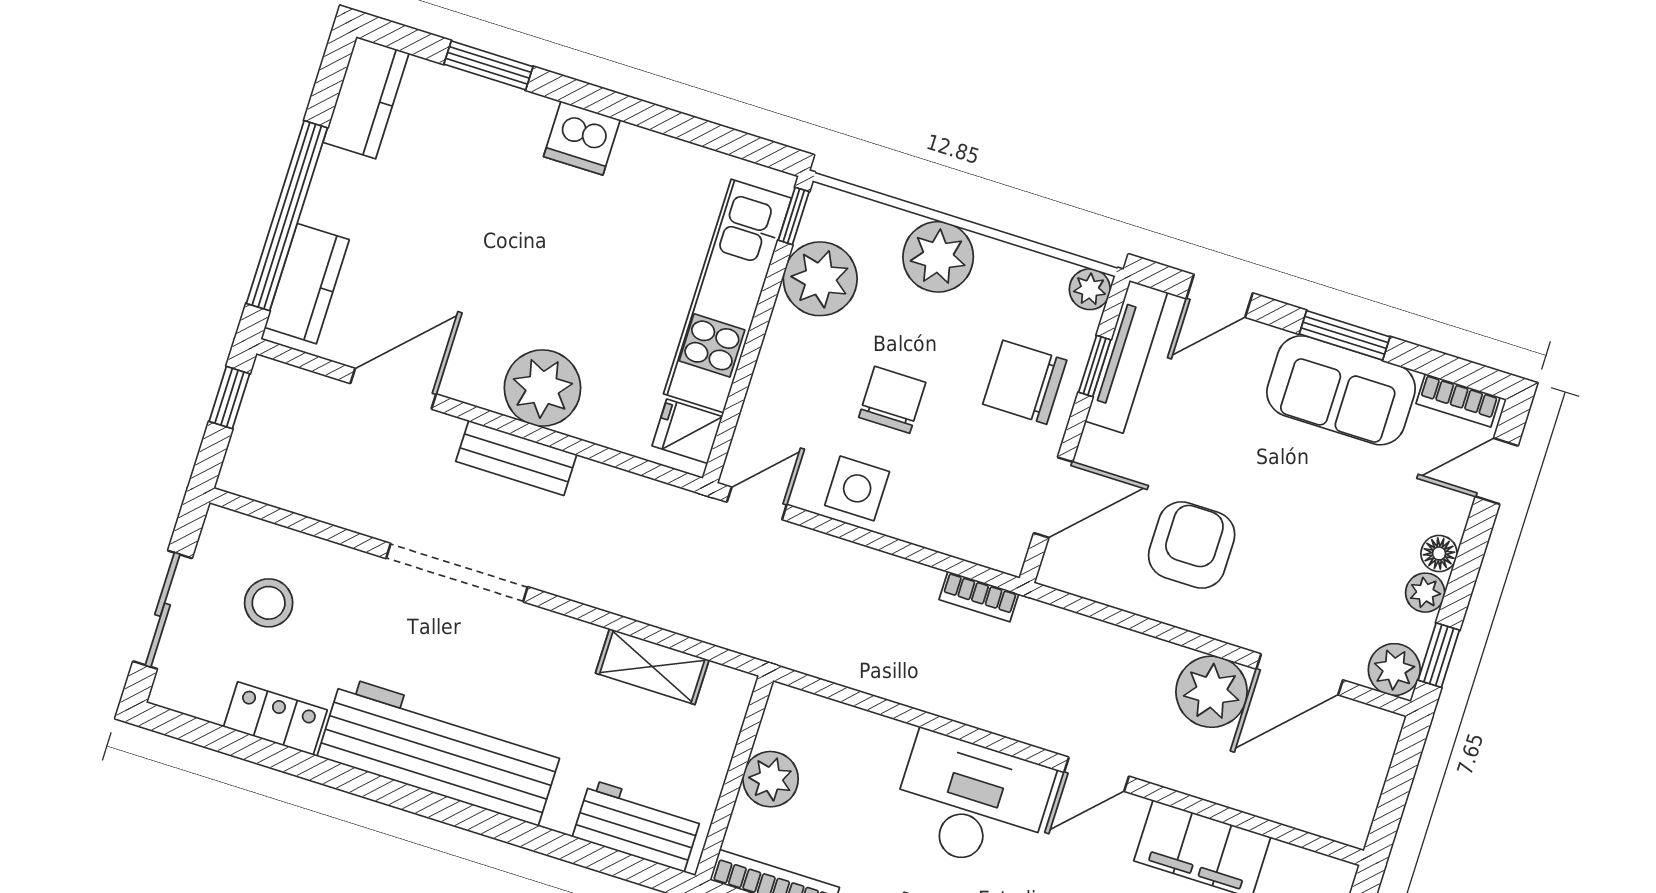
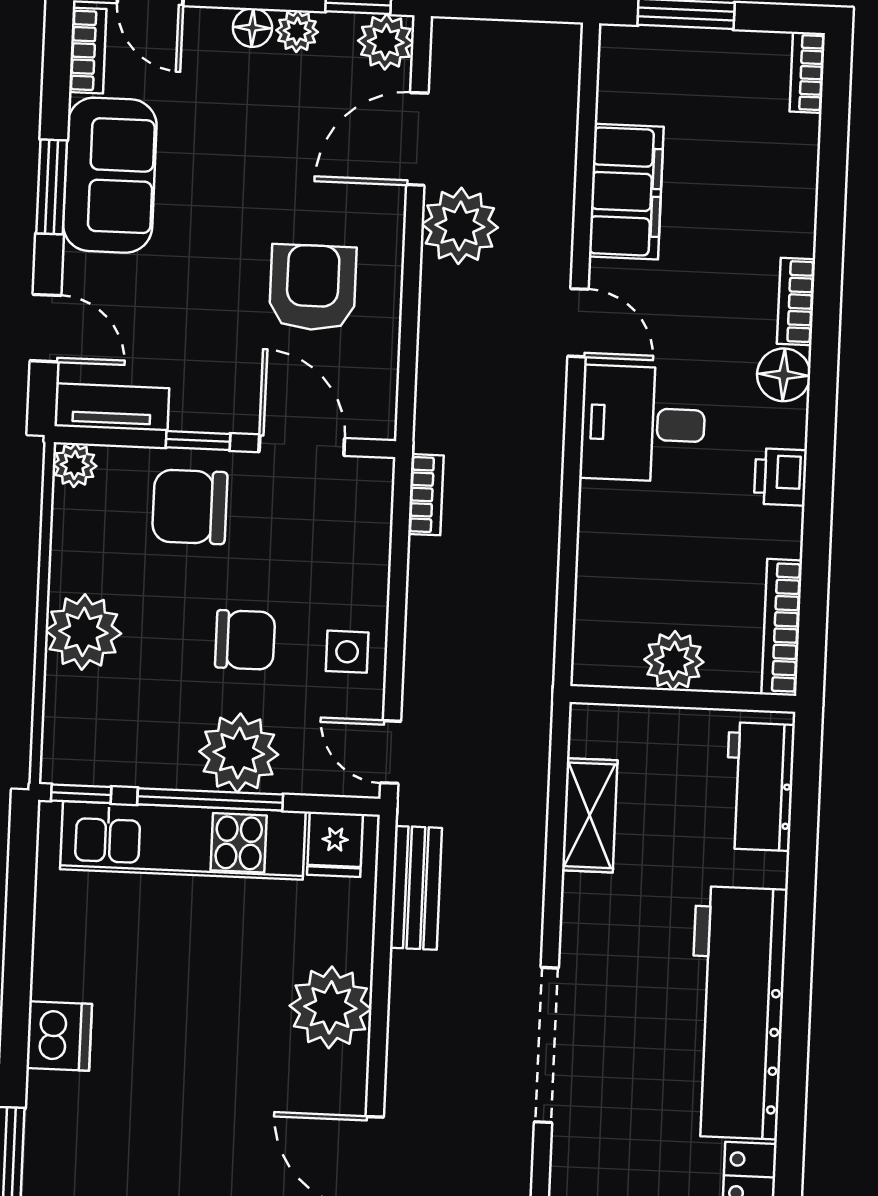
plant: (820, 279) -> (239, 753), moved
window: (758, 330) -> (210, 799), added
tv unit: (1126, 357) -> (112, 407), width x0.71
window: (1095, 366) -> (198, 441), moved
chair: (1025, 382) -> (190, 507), turned 90
chair: (892, 400) -> (245, 640), turned 180
bench: (516, 458) -> (416, 888), moved
side table: (857, 488) -> (347, 652), width x0.73, depth x0.73
armchair: (1192, 545) -> (313, 288), turned 90
door: (1300, 674) -> (417, 139), swing flipped
desk: (972, 802) -> (643, 424), width x0.73

